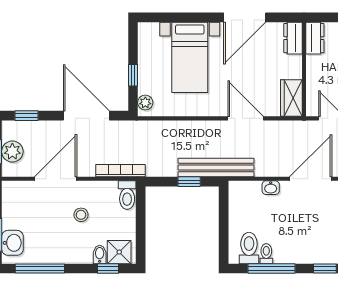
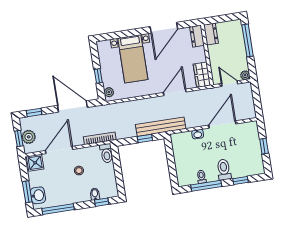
door: (246, 118) -> (175, 92), hinge flipped
toilet: (249, 248) -> (224, 170), moved
shower: (119, 252) -> (35, 163), moved

